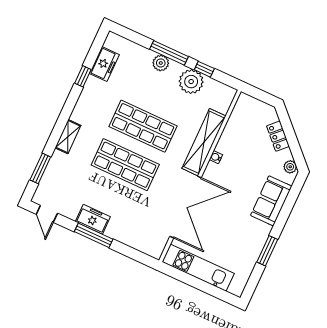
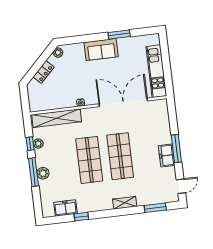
plant: (191, 82) -> (38, 144), width x0.53, depth x0.53
shelving: (204, 142) -> (57, 118), moved
sofa: (271, 201) -> (101, 50), moved

